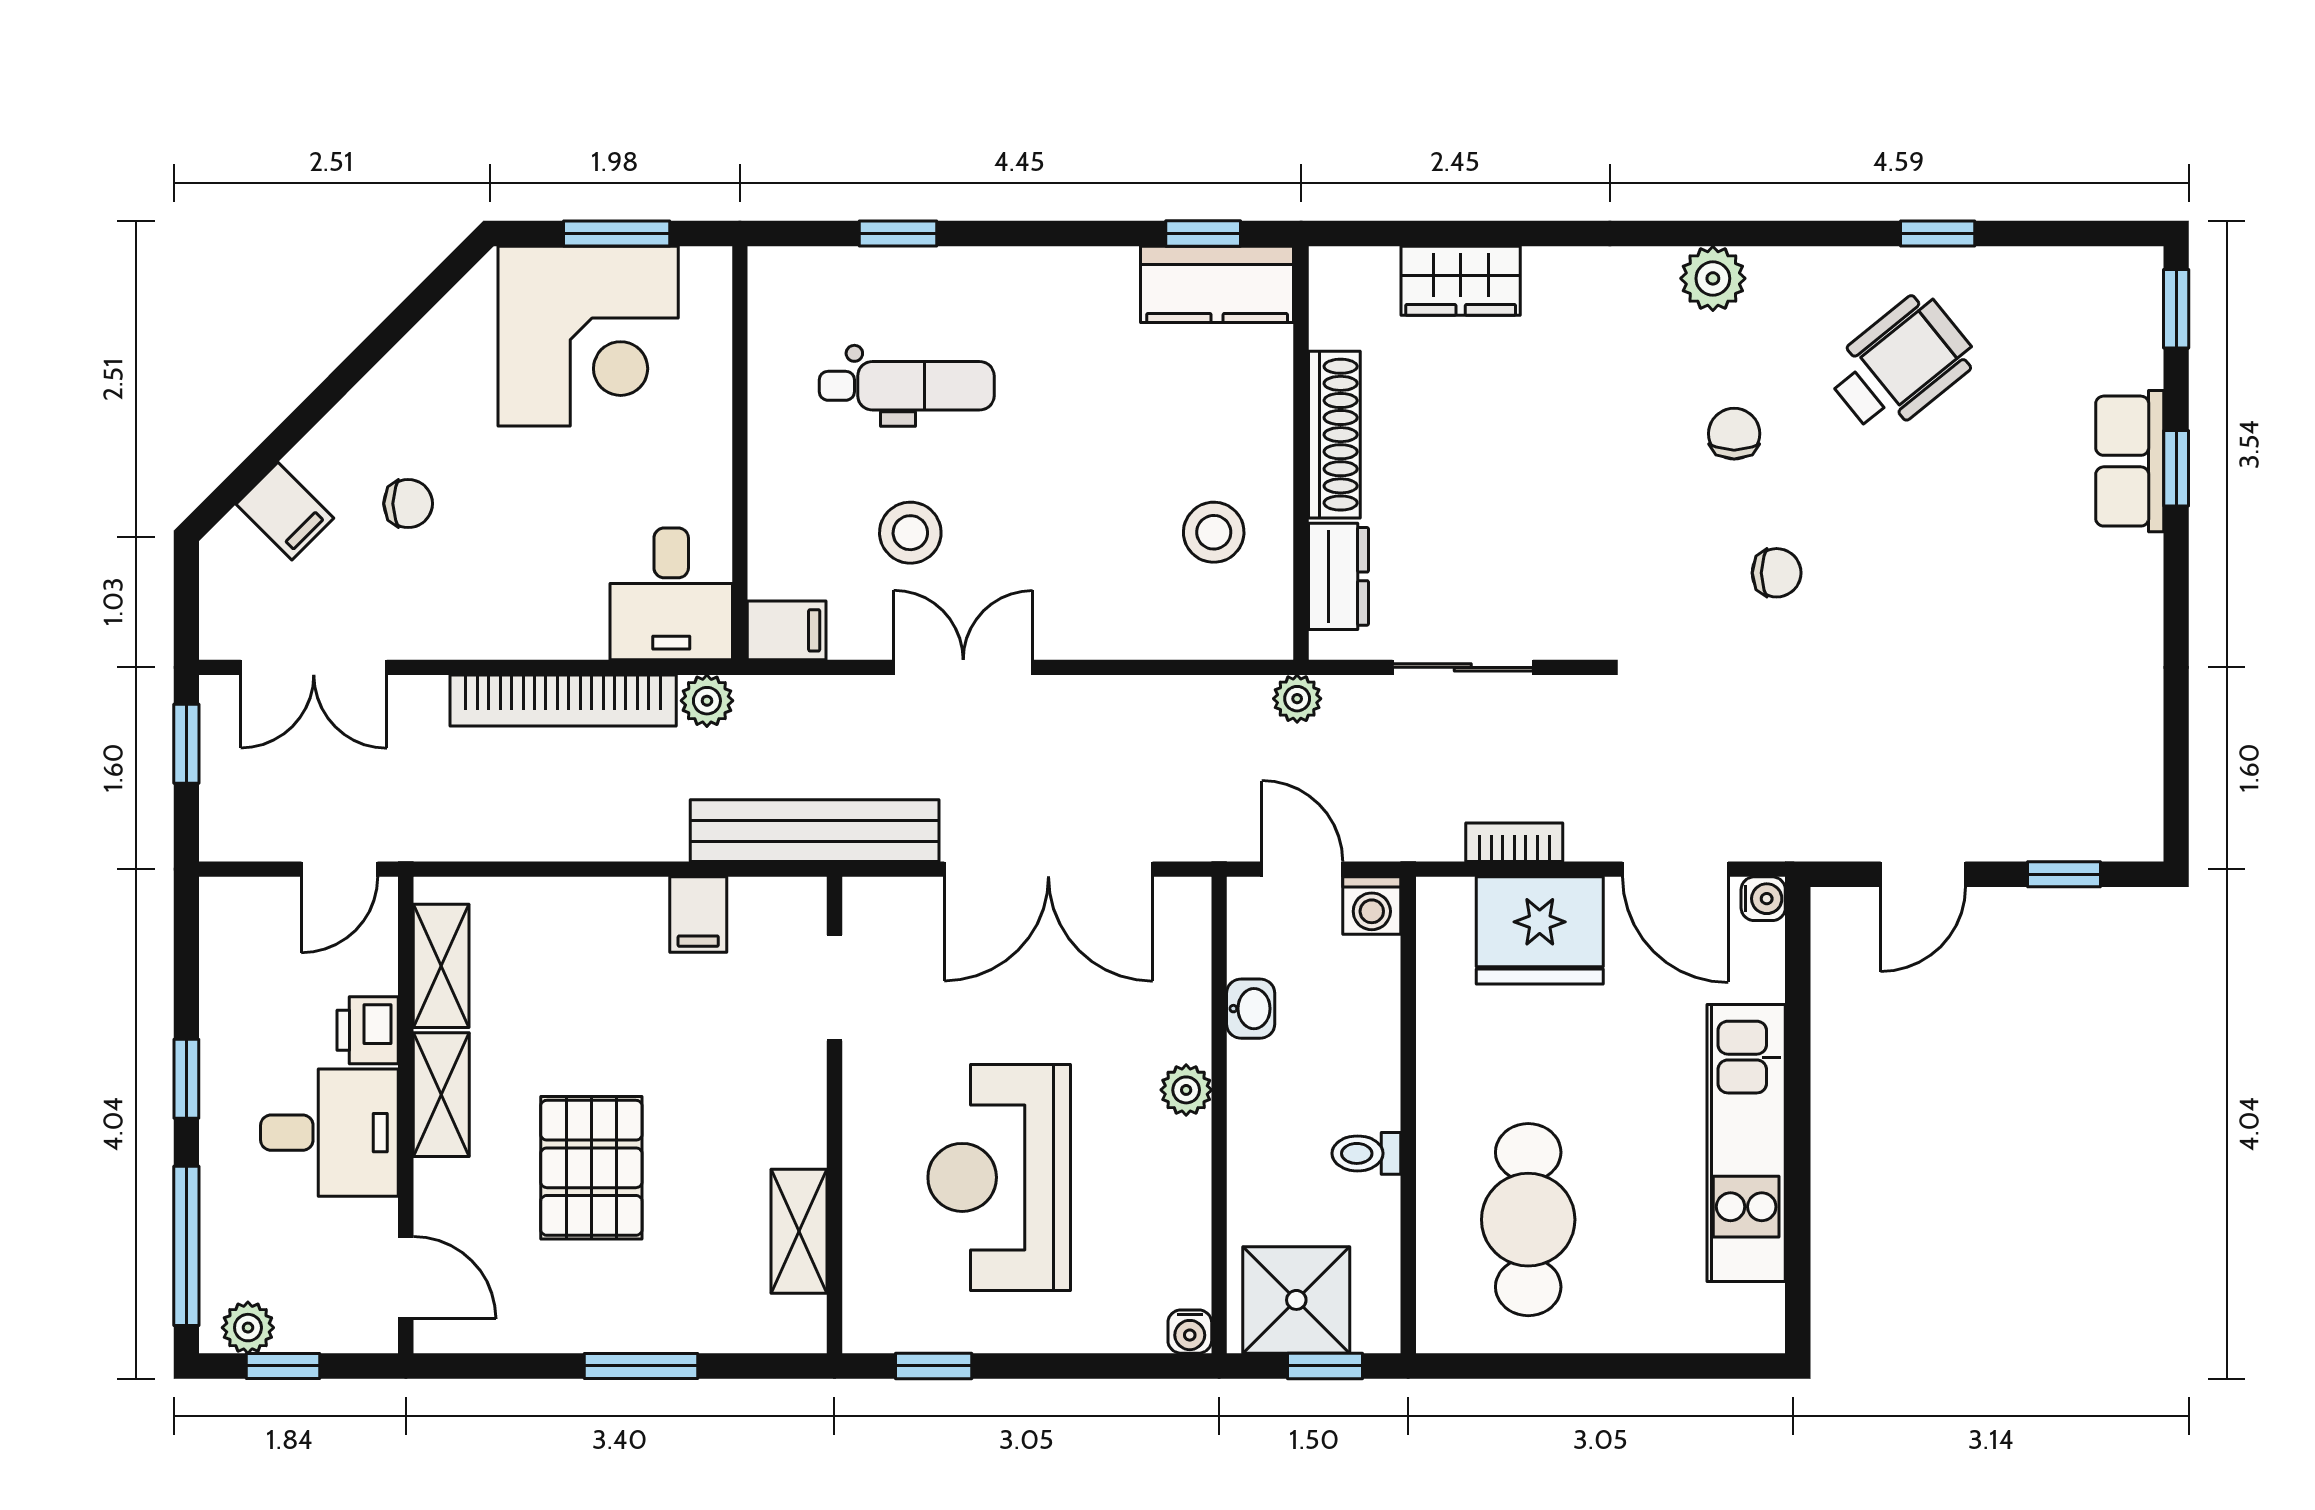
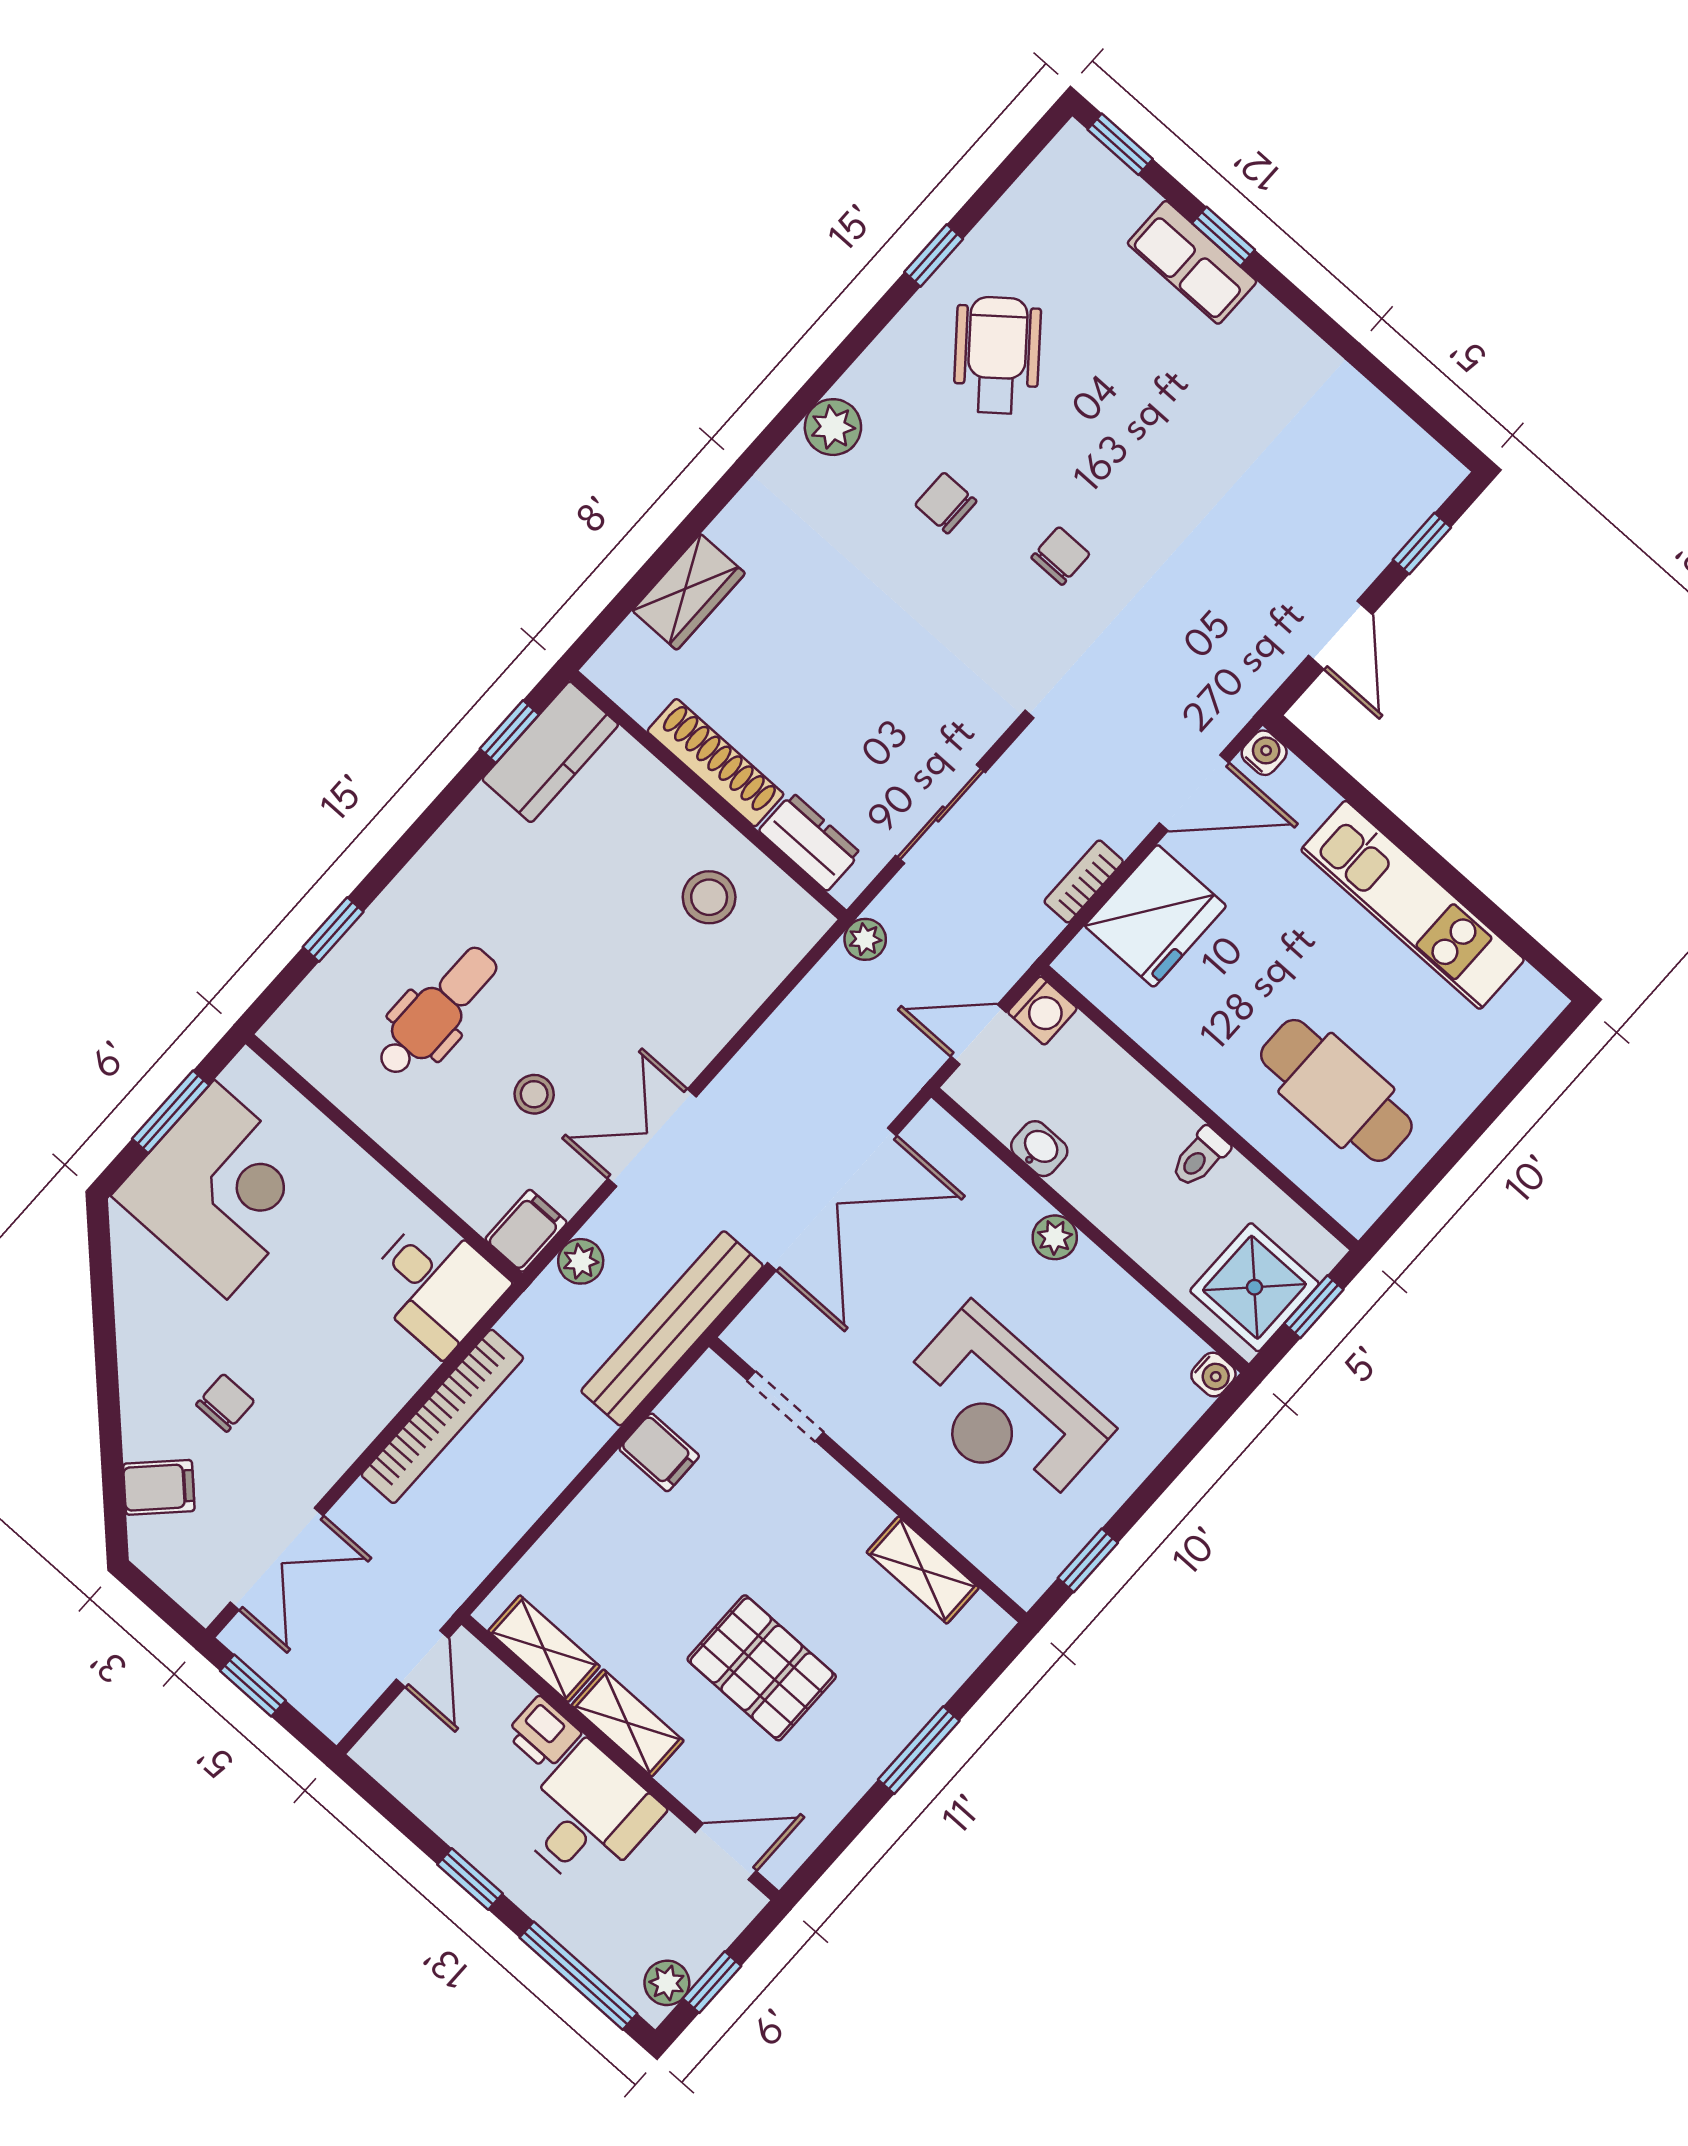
stool: (910, 533) -> (534, 1094), width x0.73, depth x0.73
plant: (707, 701) -> (581, 1261), moved

